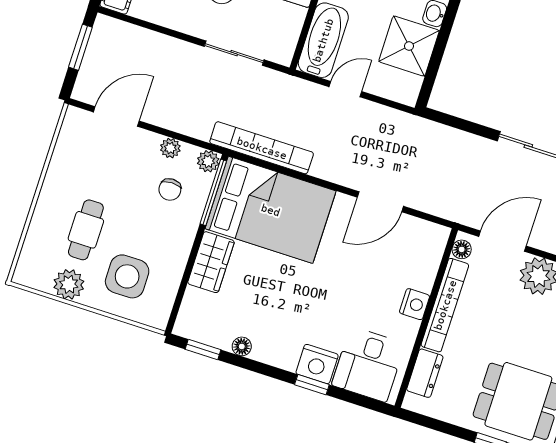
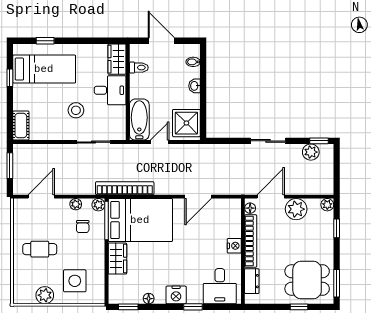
shower: (409, 46) -> (186, 123), moved
cafe table: (86, 230) -> (40, 249), moved, turned 90
nightstand: (317, 364) -> (176, 295), moved

